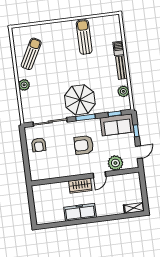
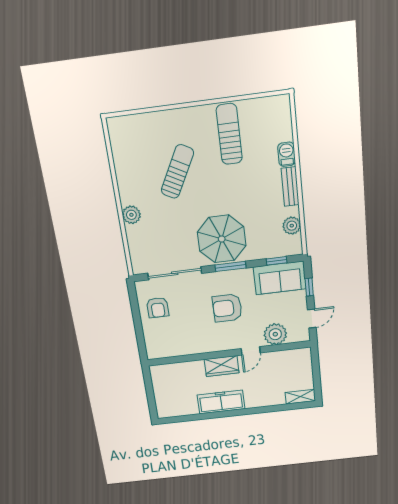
sun lounger: (31, 54) -> (177, 172), moved

